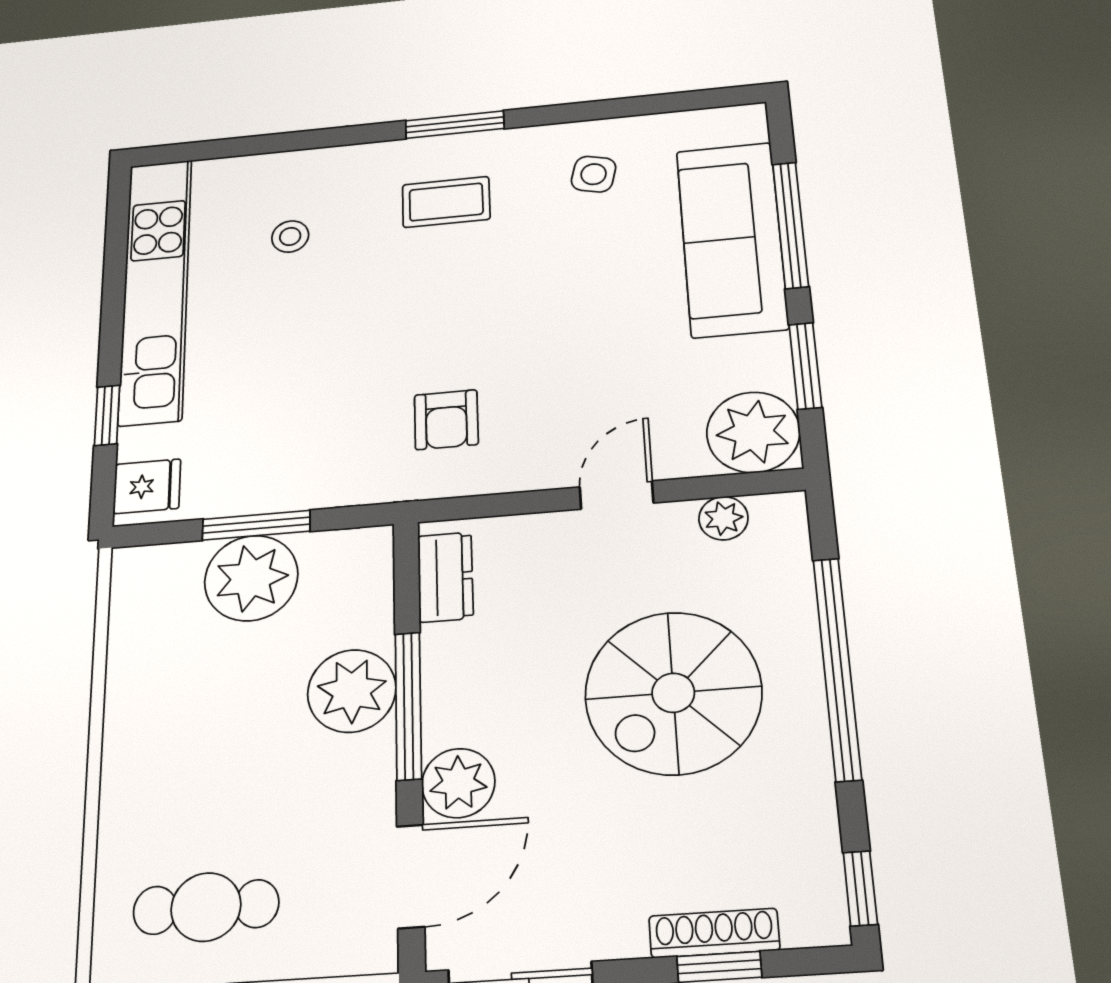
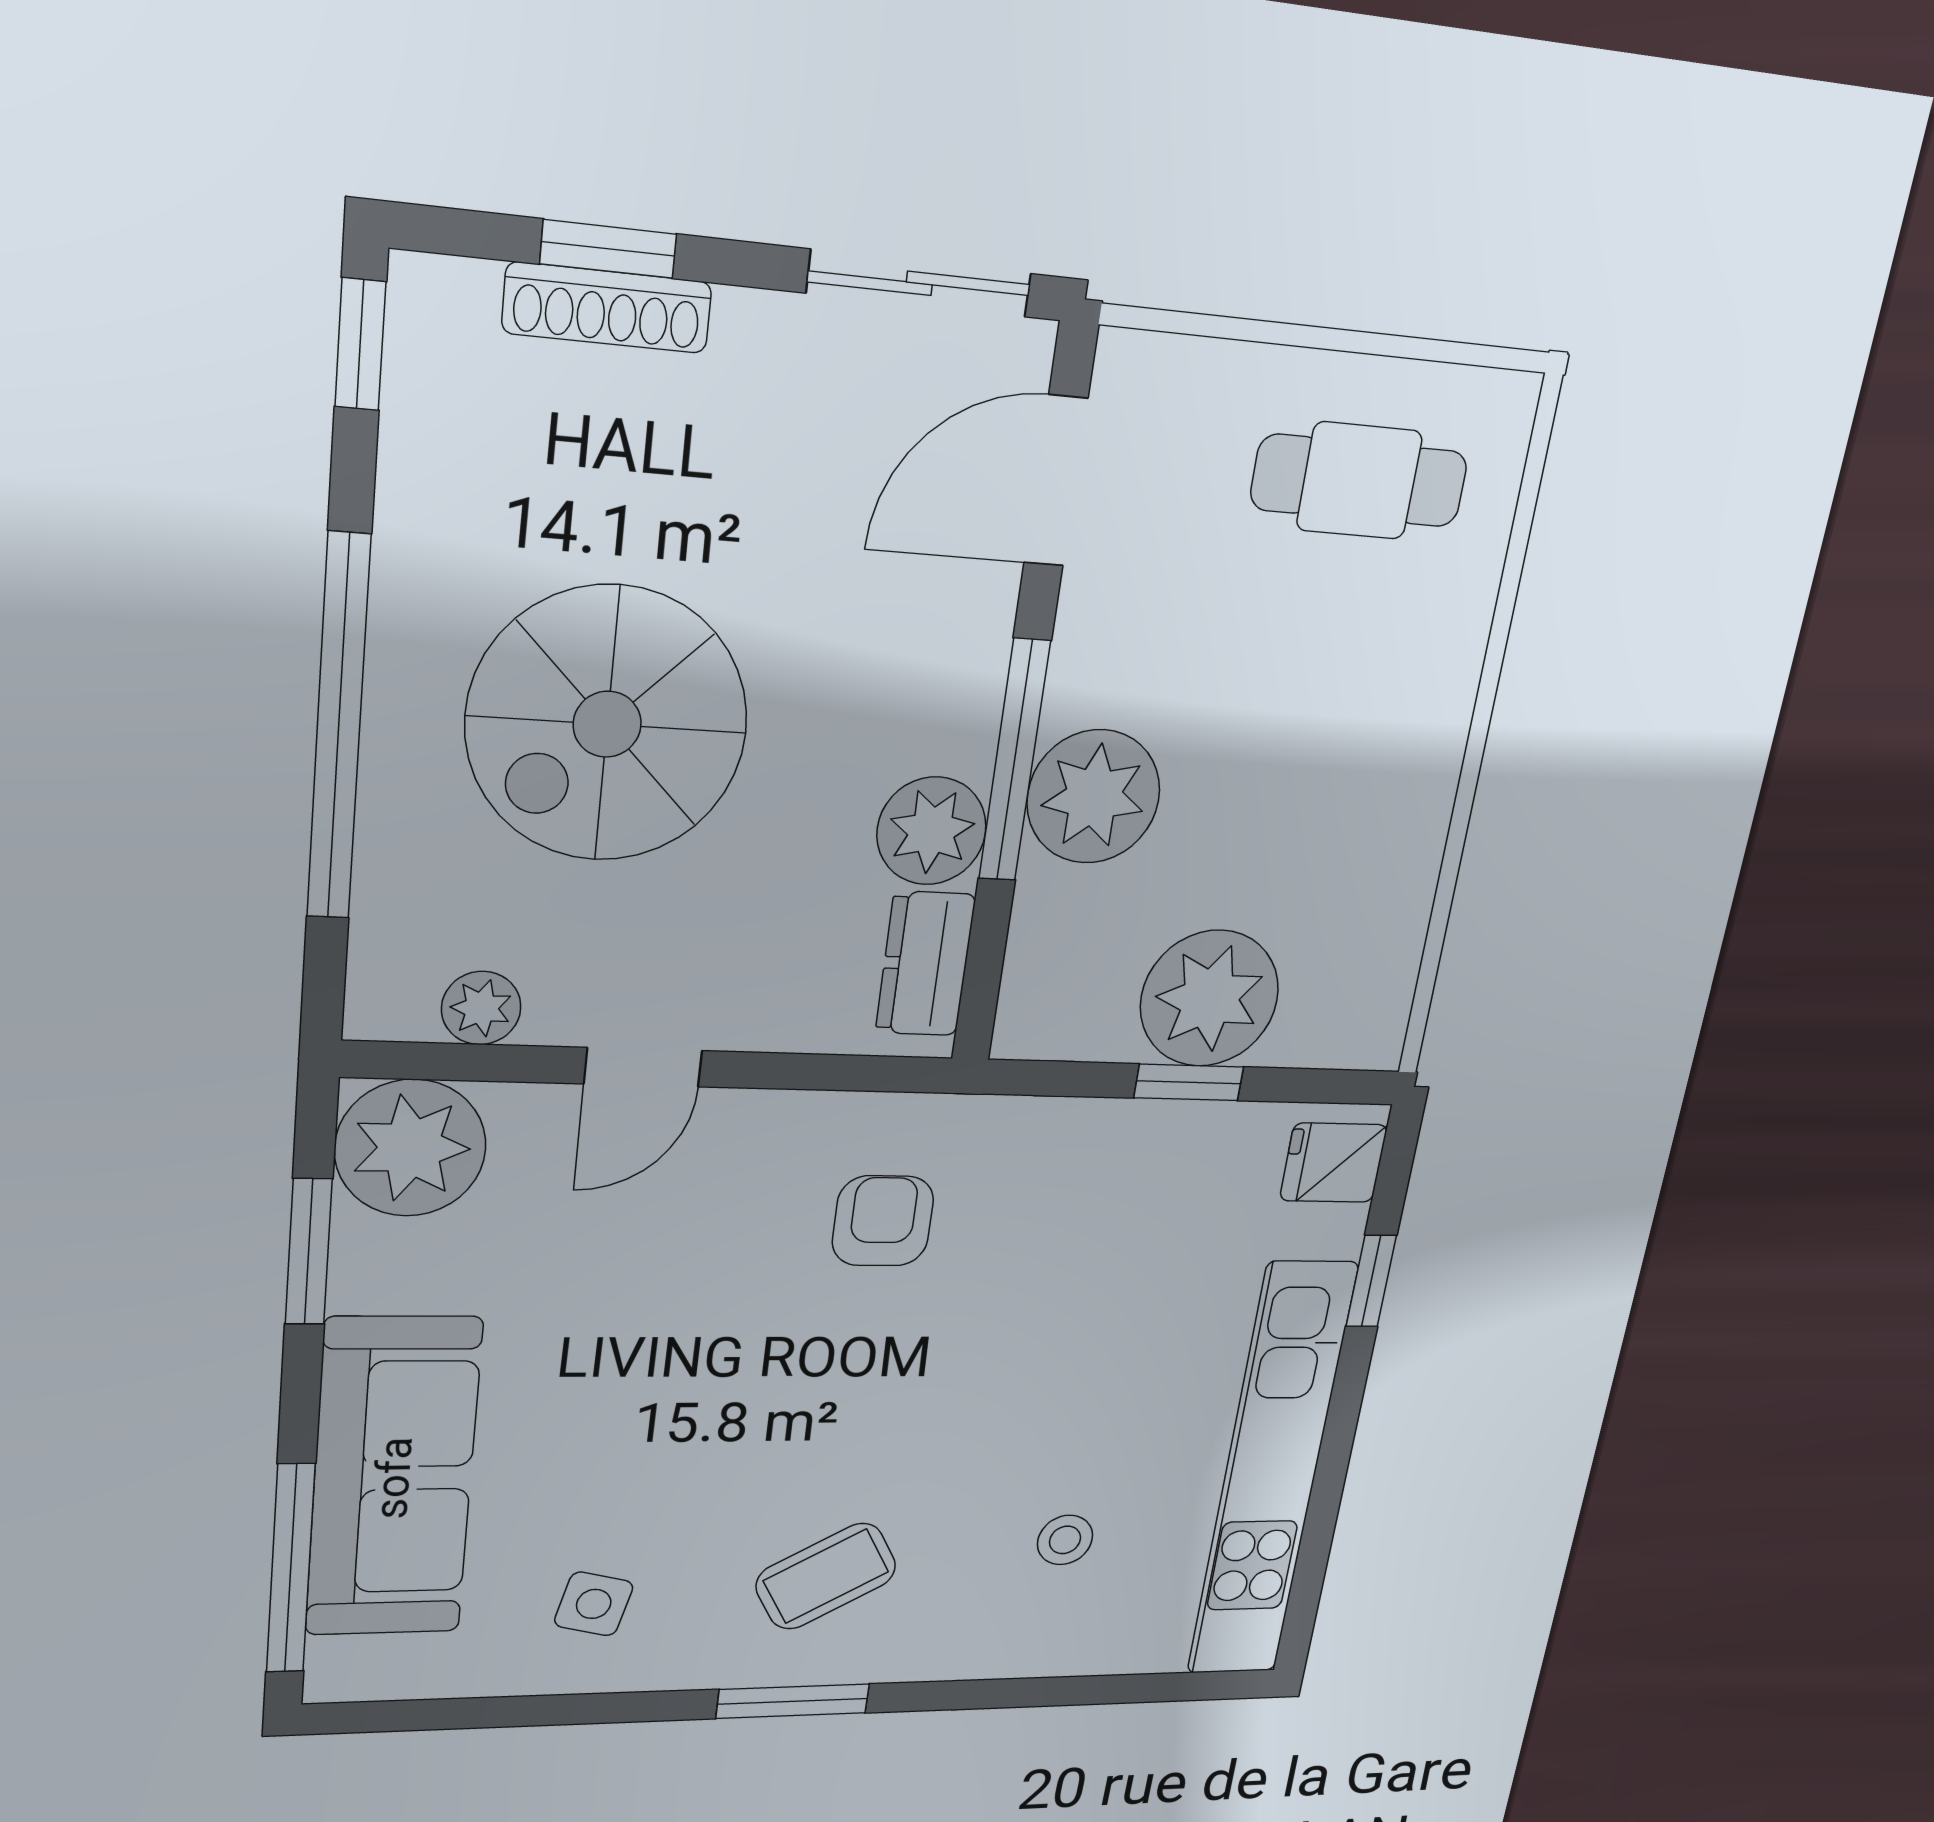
coffee table: (446, 202) -> (826, 1576), turned -30
window: (790, 225) -> (291, 1569), moved
window: (256, 525) -> (1189, 1082), width x0.67
spiral stairs: (673, 693) -> (607, 724), turned 180
plant: (458, 783) -> (932, 831), moved

